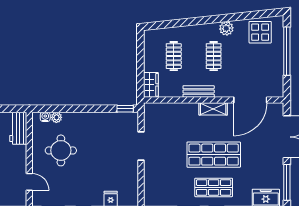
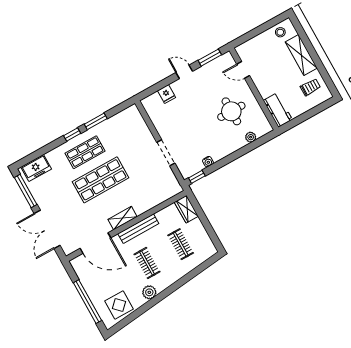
bench: (199, 91) -> (138, 229), width x1.36
door: (250, 100) -> (95, 243), swing flipped
water cooler: (45, 117) -> (208, 162), moved

